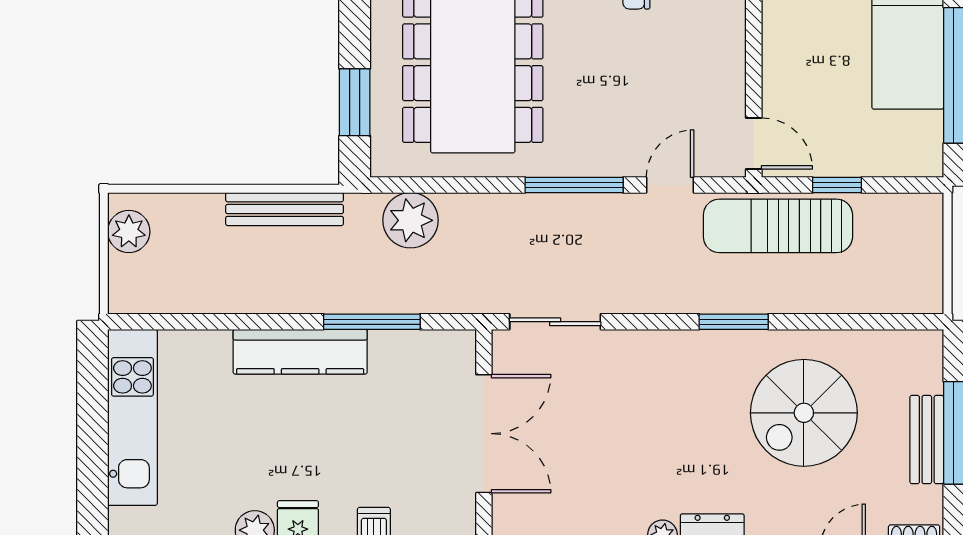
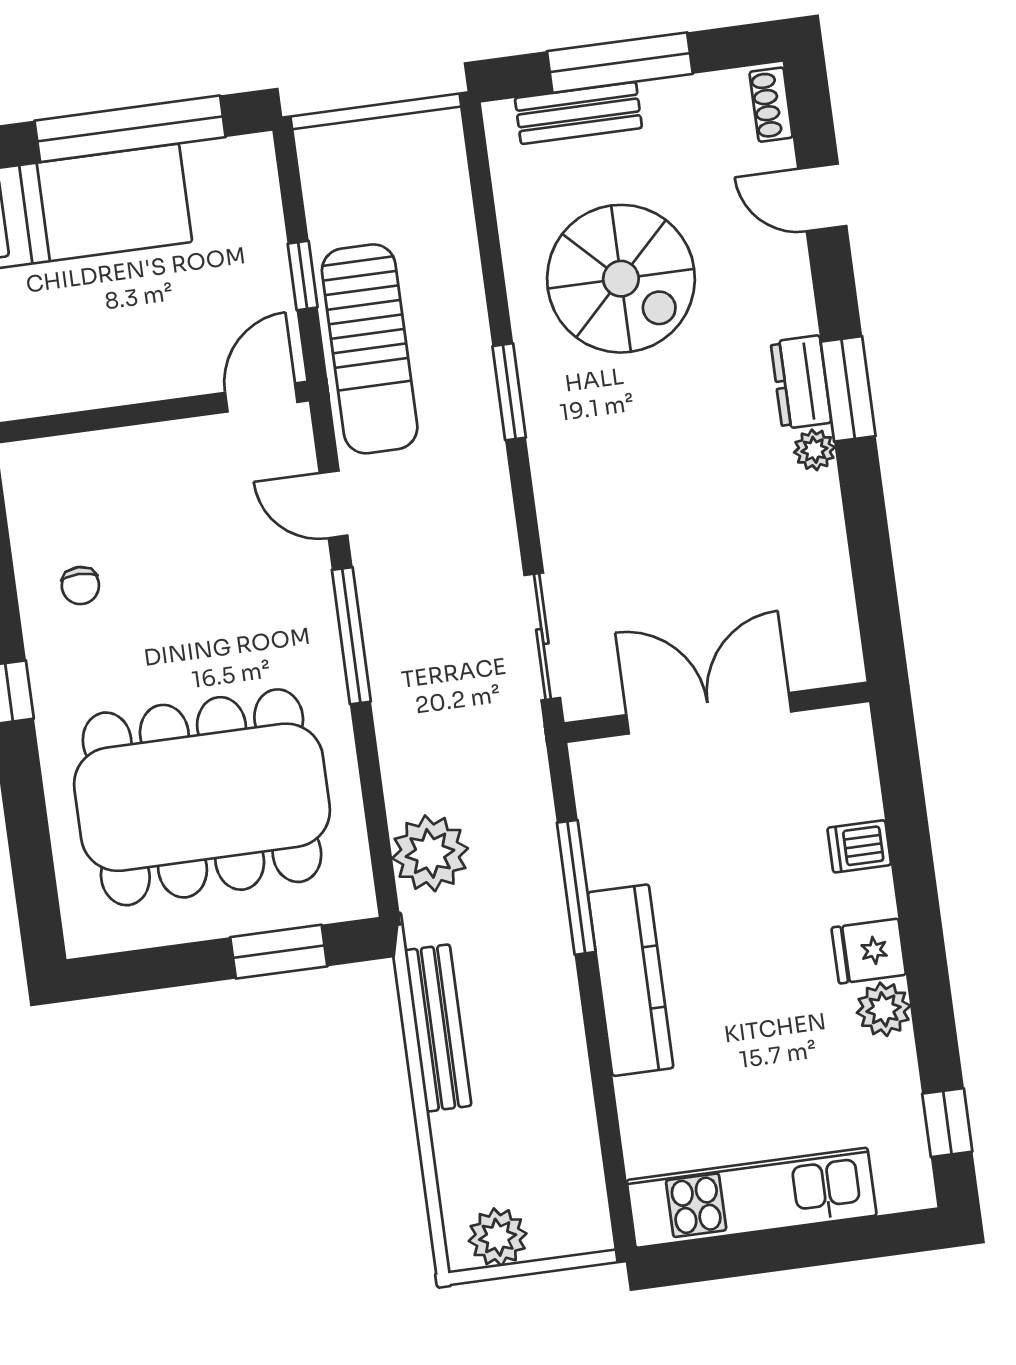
bench: (927, 440) -> (578, 113), moved

